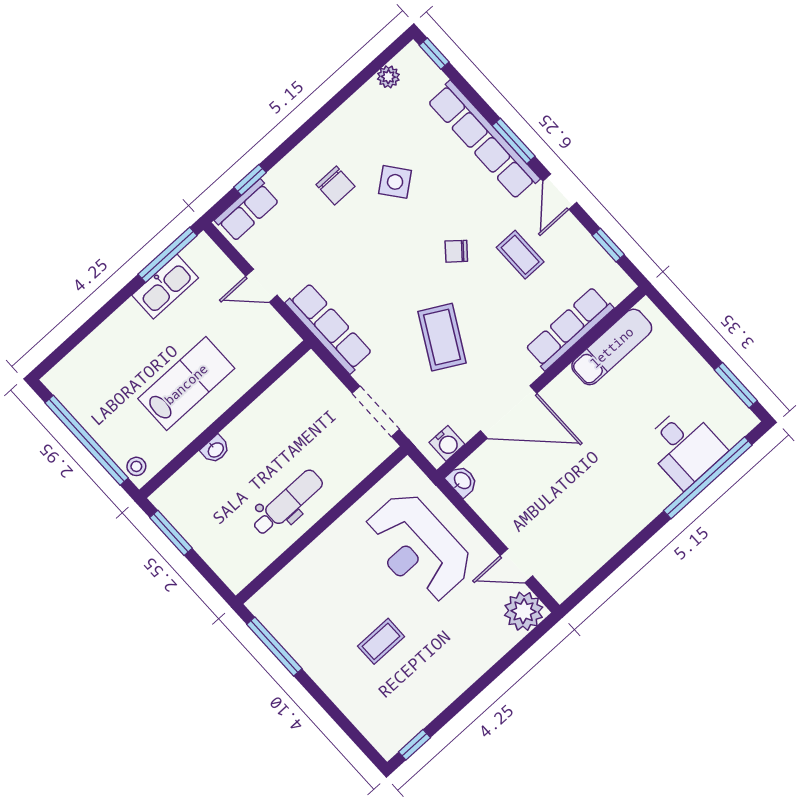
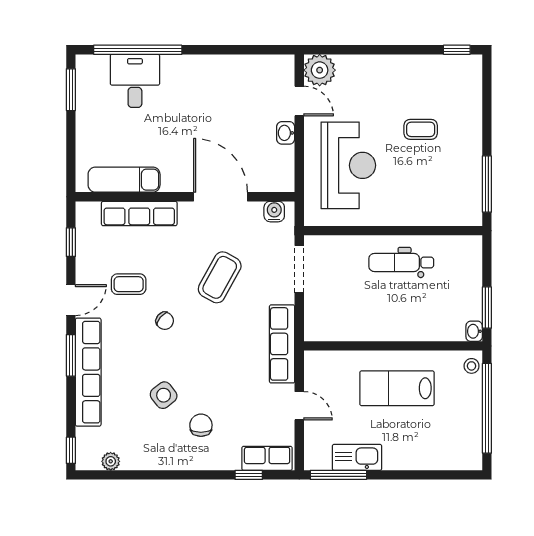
coffee table: (520, 255) -> (129, 284), turned 90
washbasin: (215, 449) -> (474, 331), moved, turned -90
washbasin: (462, 481) -> (286, 133), moved

